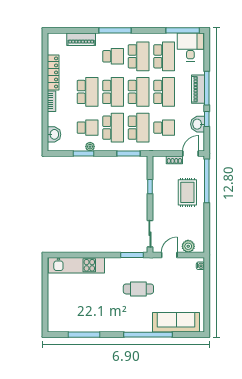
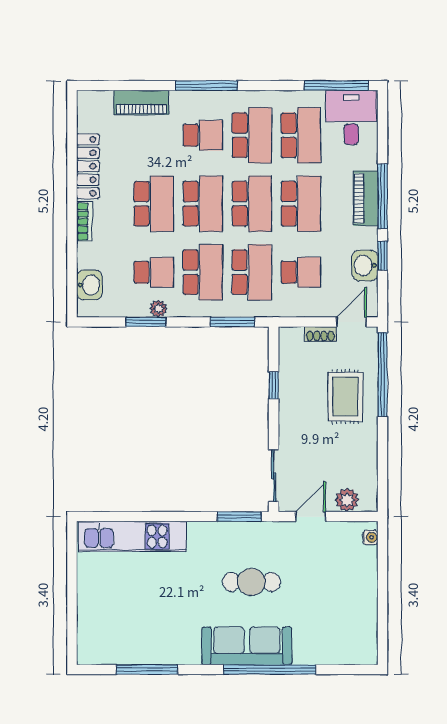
sofa: (176, 322) -> (247, 646), moved

